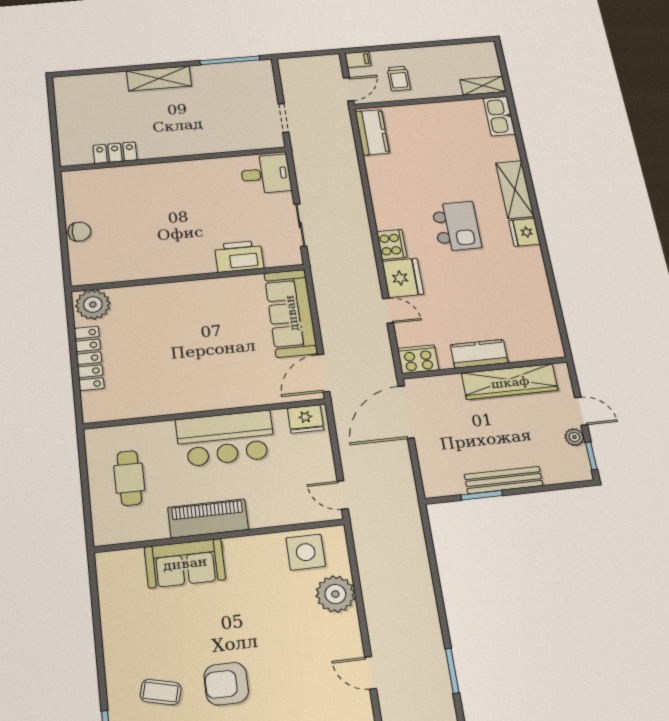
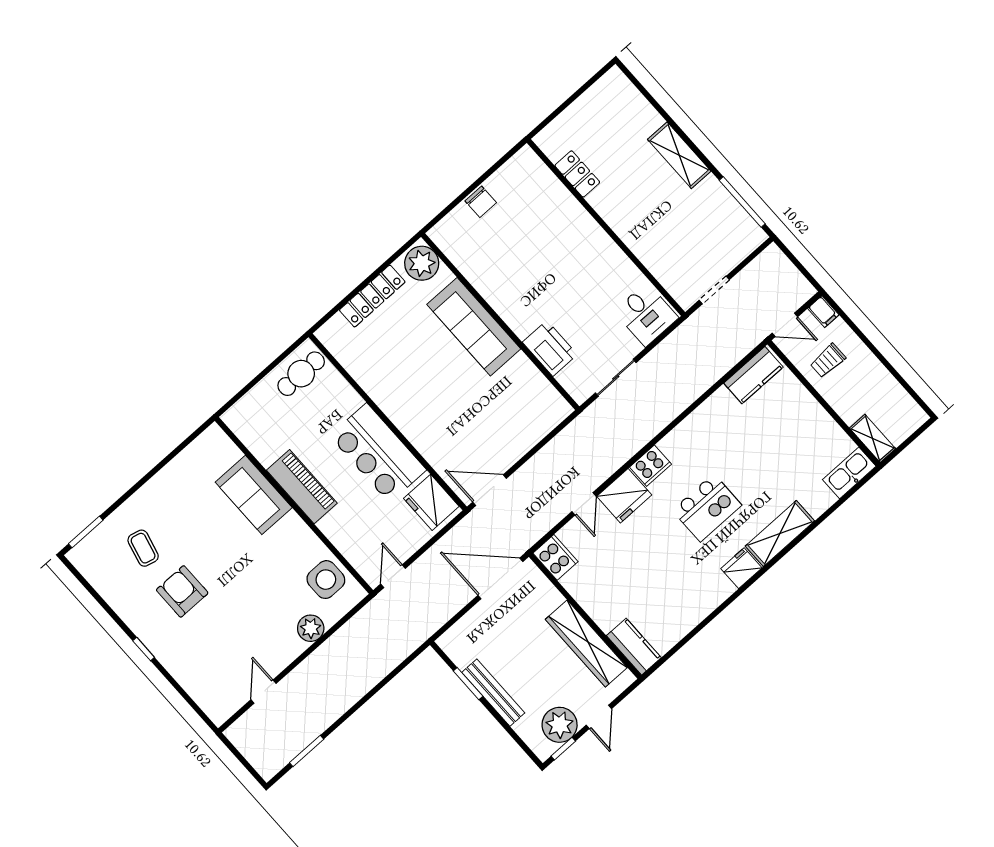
sofa: (291, 313) -> (474, 327), moved, turned -90
kitchen counter: (479, 354) -> (634, 647), moved
fridge: (306, 419) -> (431, 502), width x1.36, depth x1.34
plant: (574, 437) -> (560, 725), width x1.88, depth x1.88
cafe table: (129, 478) -> (301, 374), moved
plant: (335, 594) -> (311, 628), width x0.73, depth x0.73

